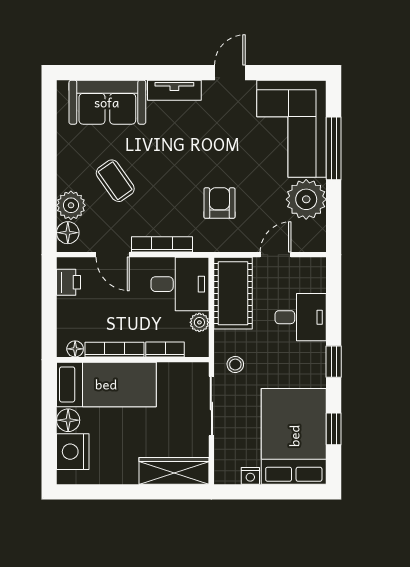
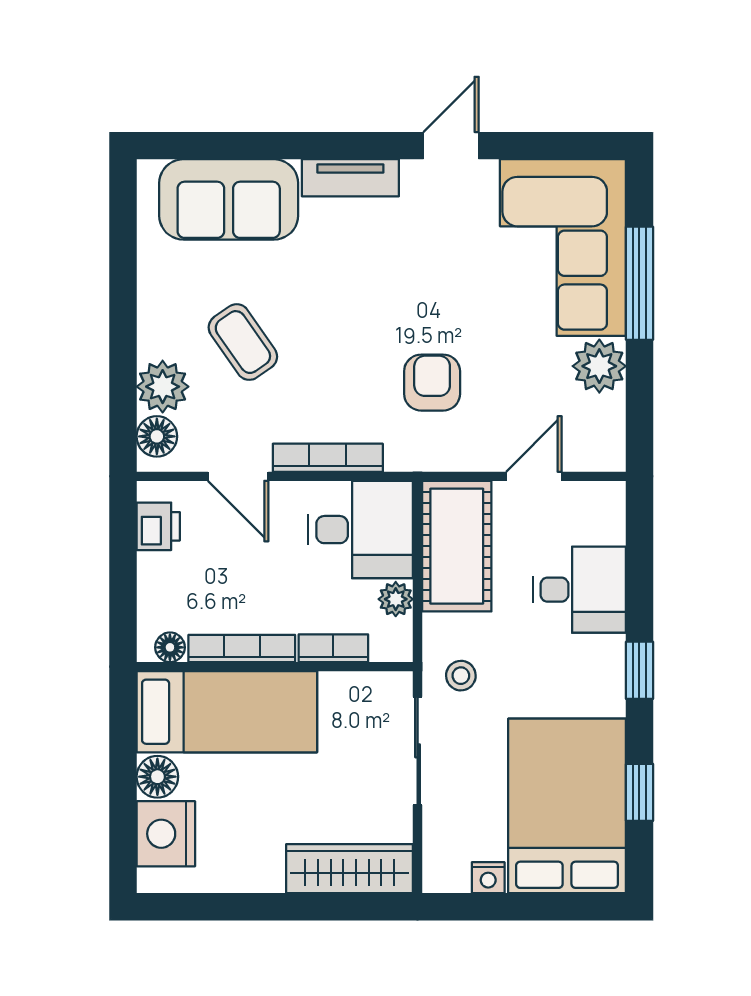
plant: (306, 199) -> (599, 366), width x0.73, depth x0.73

